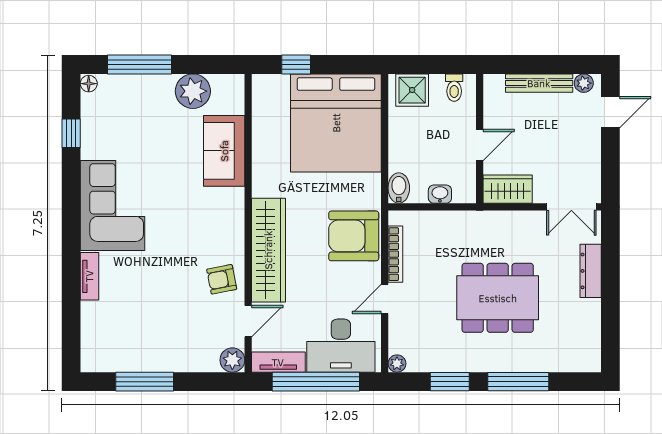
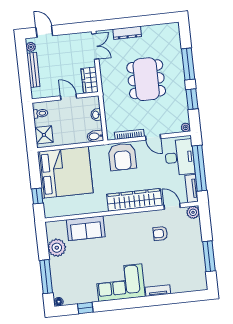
armchair: (222, 279) -> (160, 233), moved, turned 101

